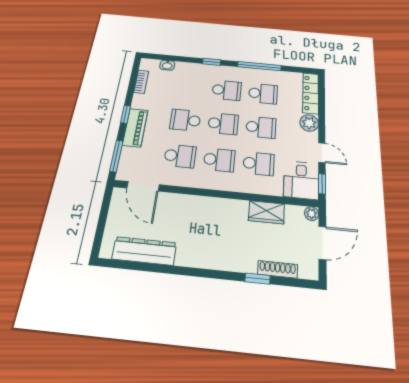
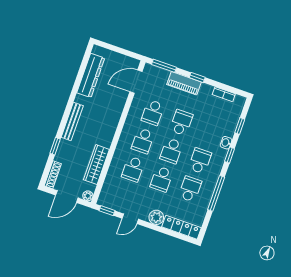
window: (176, 58) -> (240, 126), added
washbasin: (167, 65) -> (226, 143), moved
school desk: (227, 90) -> (200, 161), turned 180
school desk: (263, 94) -> (190, 189), turned 180
desk: (301, 180) -> (113, 196), removed
wardrobe: (266, 212) -> (96, 165), width x1.50
door: (322, 243) -> (67, 197), hinge flipped
bench: (216, 262) -> (72, 122), added
shoe rack: (278, 269) -> (53, 175), moved

